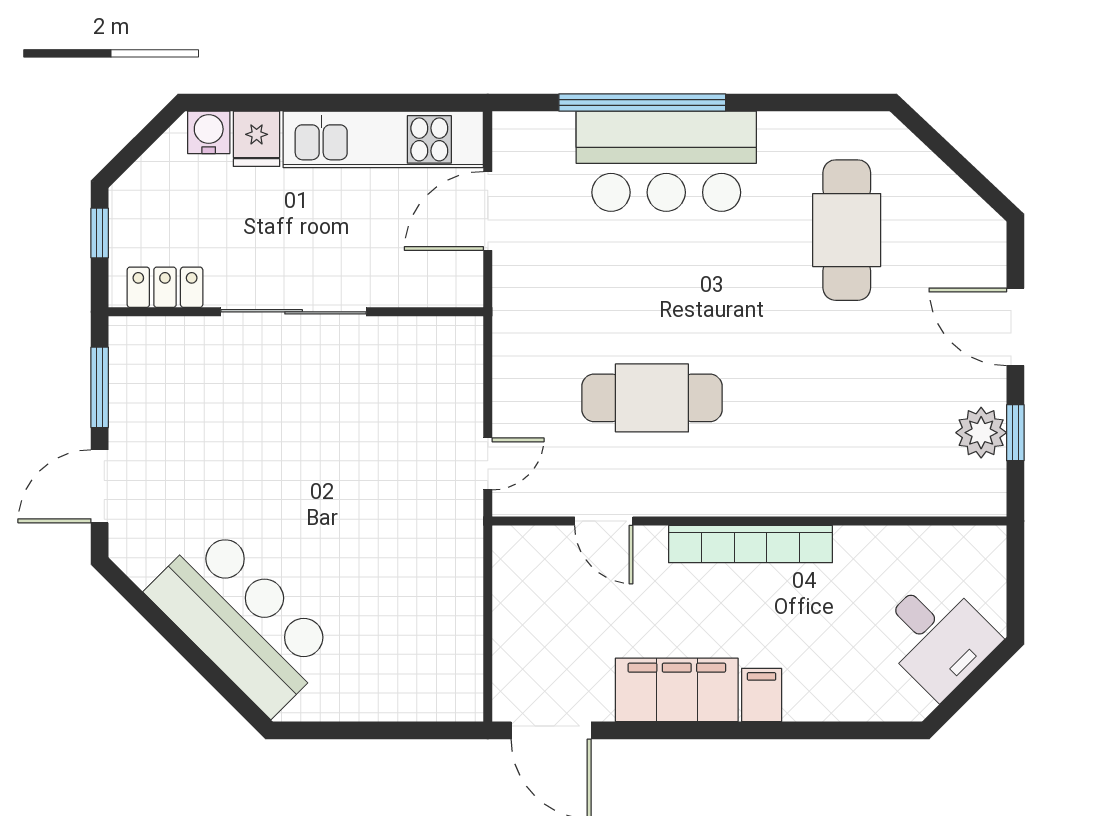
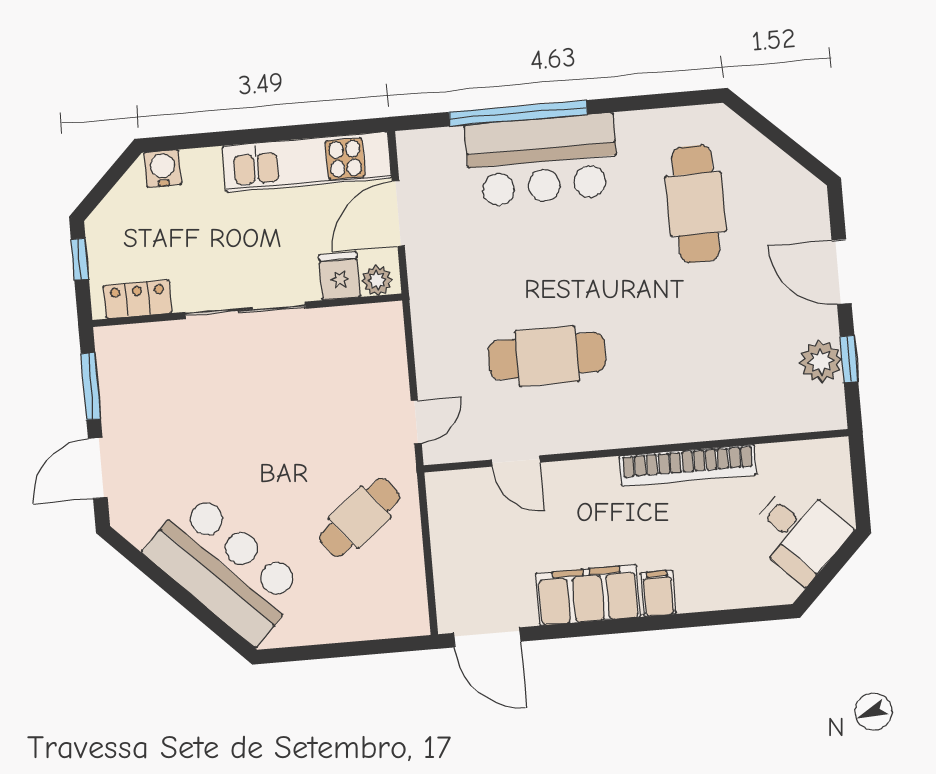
fridge: (257, 139) -> (339, 276), moved, turned 180
plant: (455, 289) -> (377, 280), added
bookcase: (750, 544) -> (688, 465), moved
cafe table: (410, 573) -> (360, 517), added

